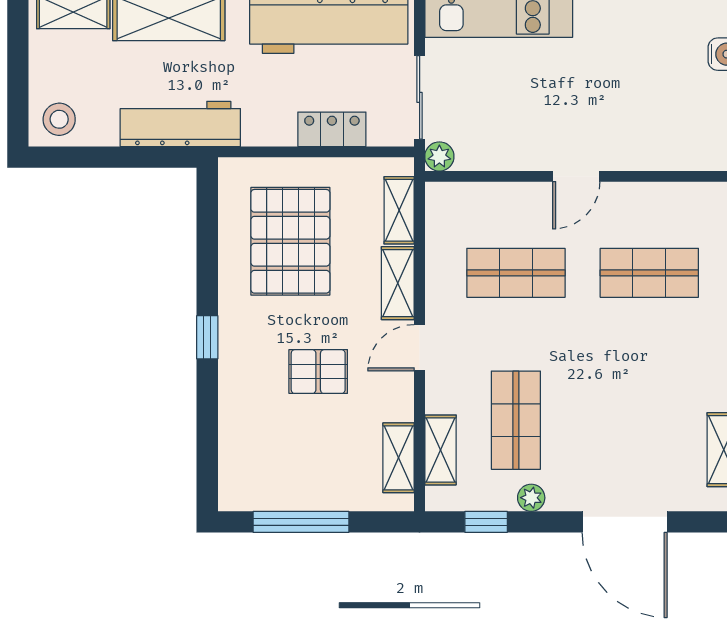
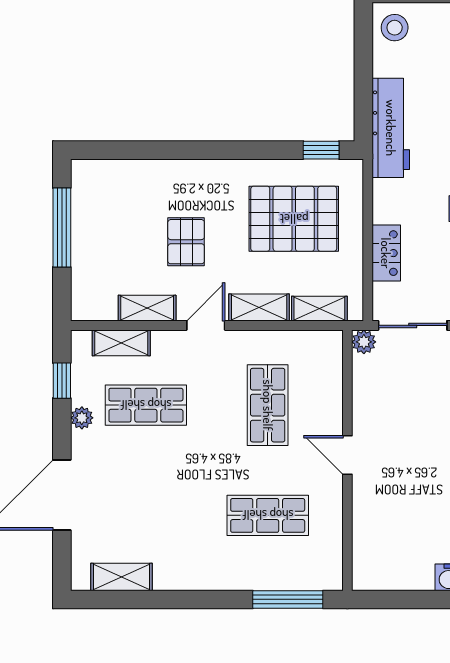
shop shelf: (649, 273) -> (268, 515), turned 90
window: (207, 337) -> (321, 150), moved
door: (420, 348) -> (206, 325), hinge flipped
shelving: (399, 458) -> (147, 308), moved

